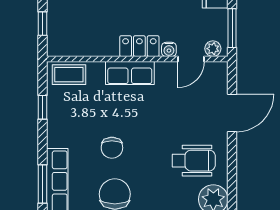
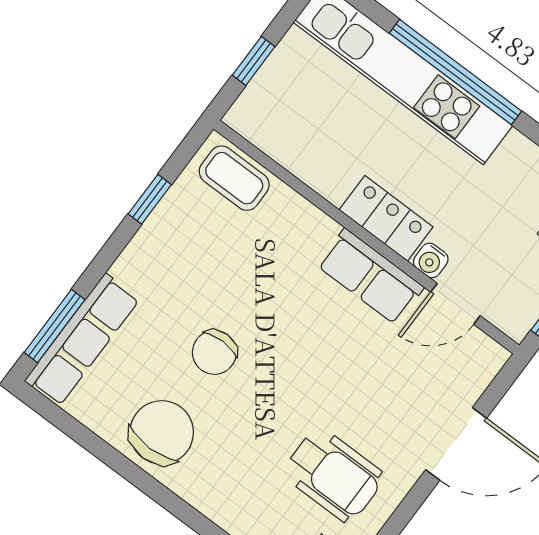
plant: (213, 49) -> (504, 314), removed
row of seats: (130, 73) -> (370, 276), moved

